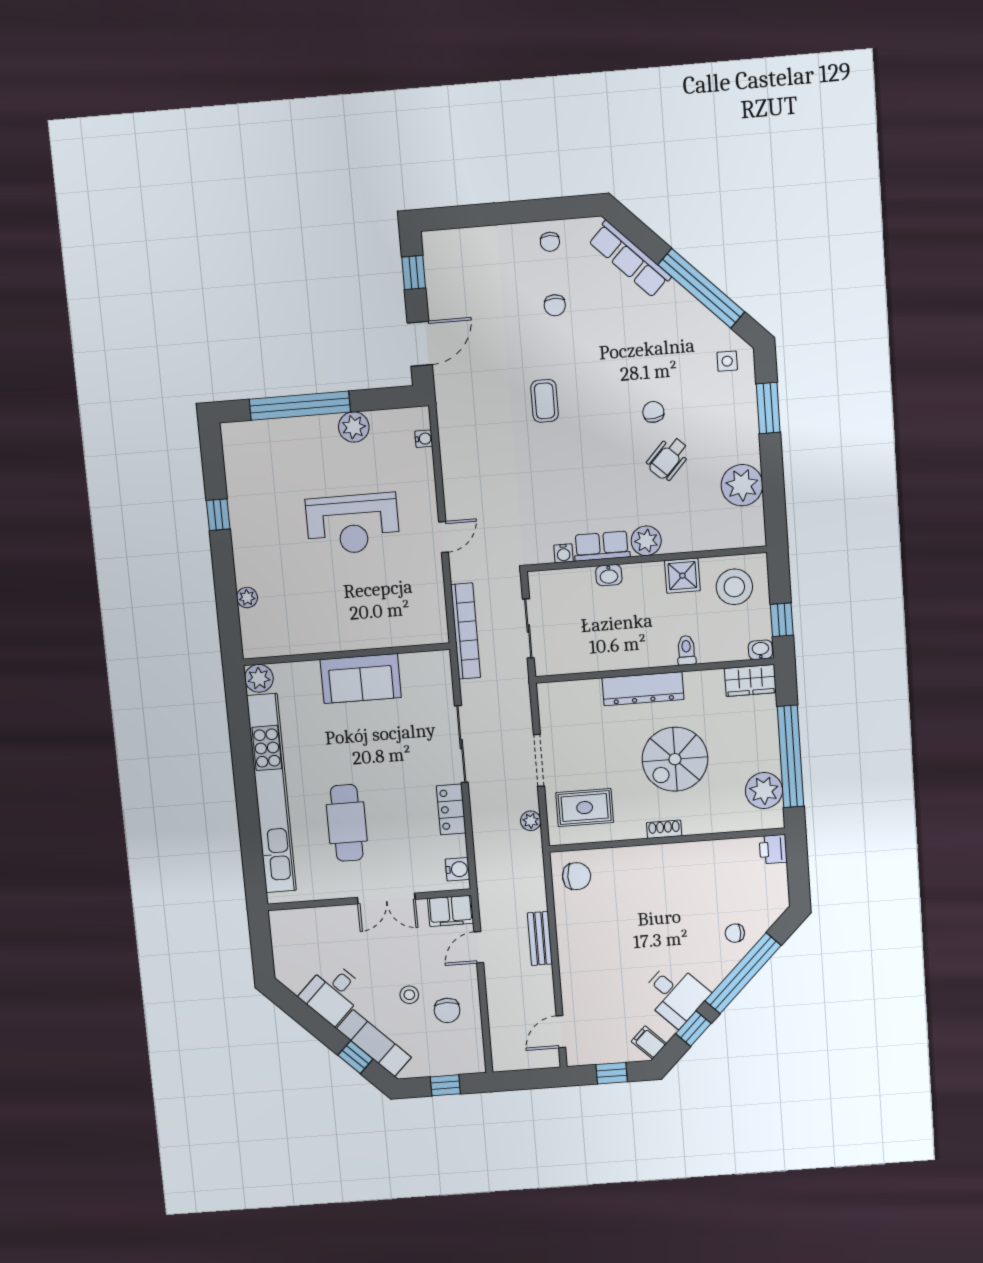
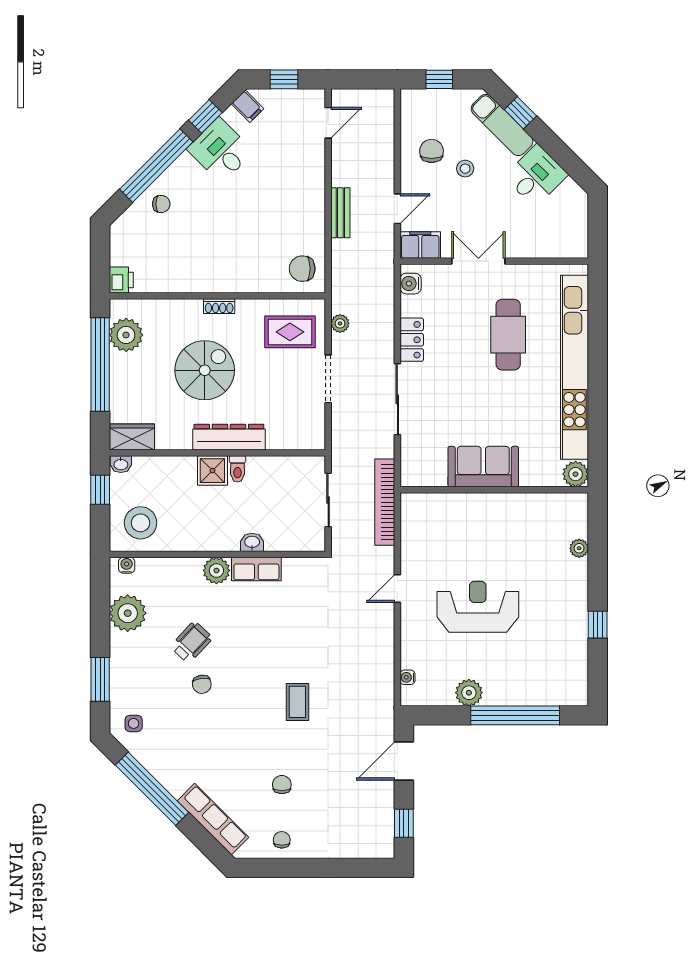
water cooler: (564, 553) -> (127, 565), moved
shower: (682, 576) -> (212, 471), moved
toilet: (686, 650) -> (237, 469), moved

